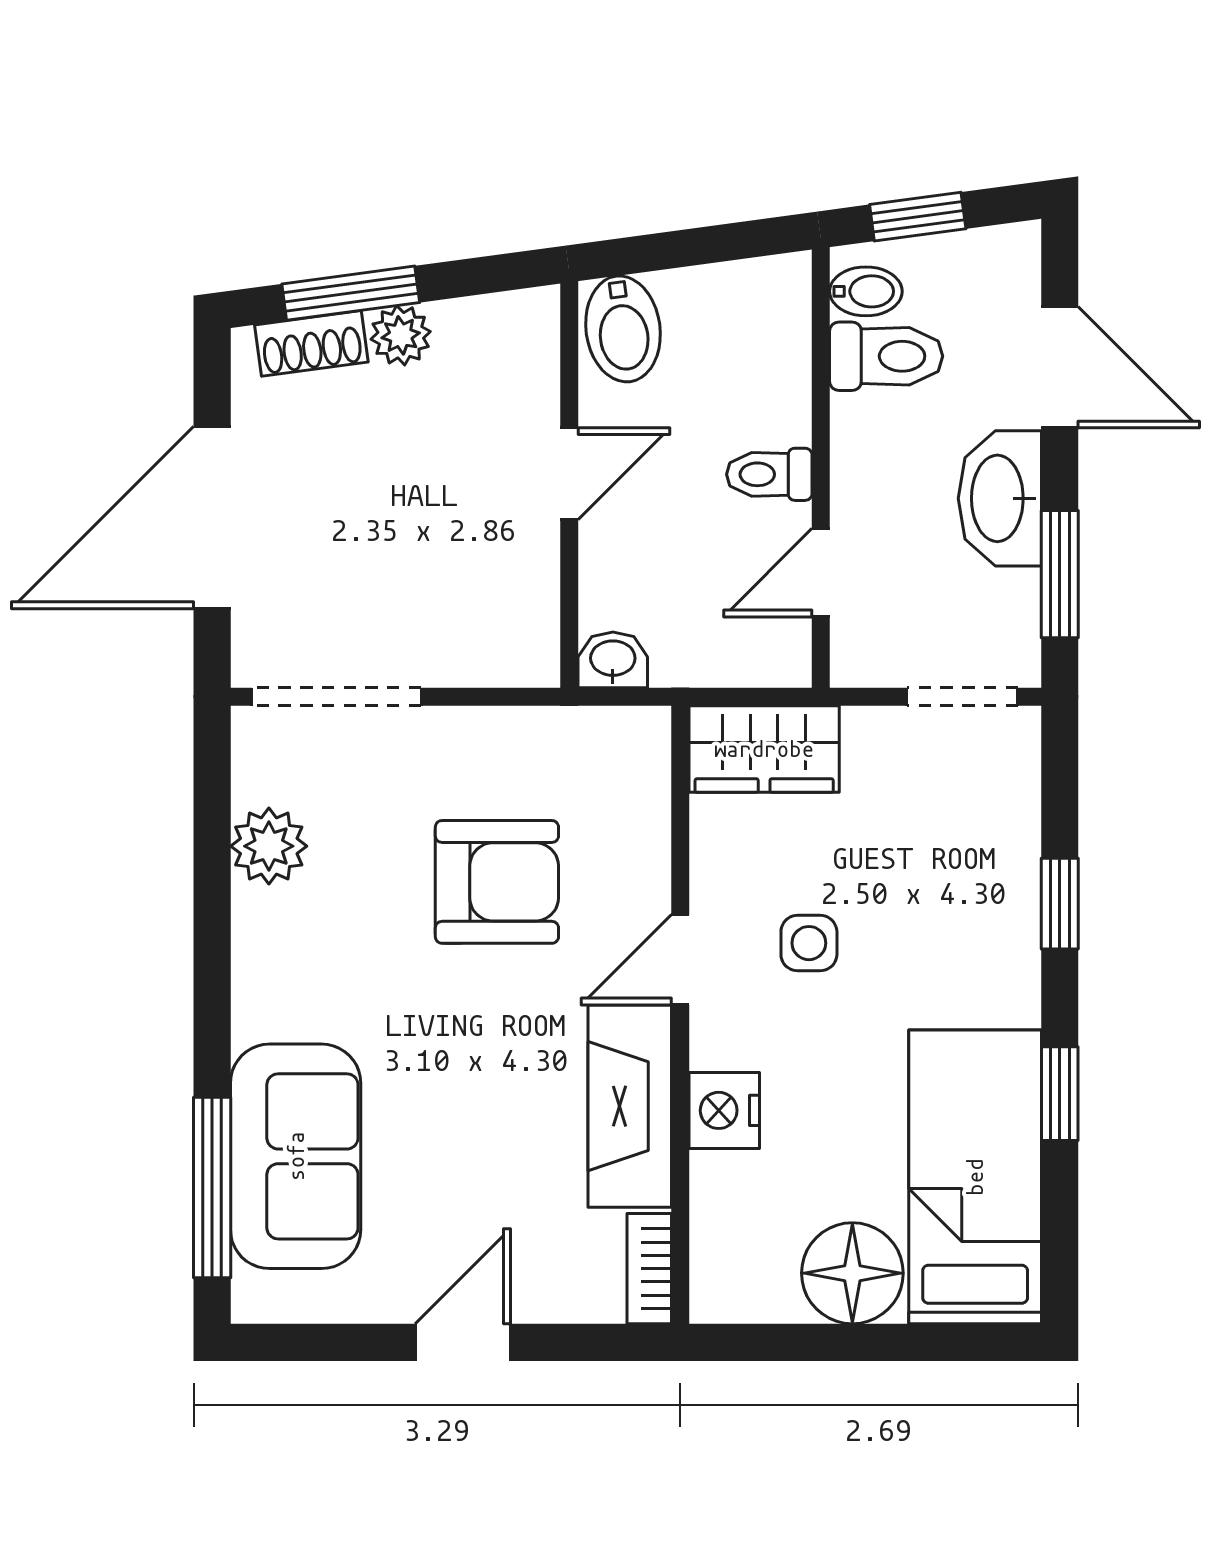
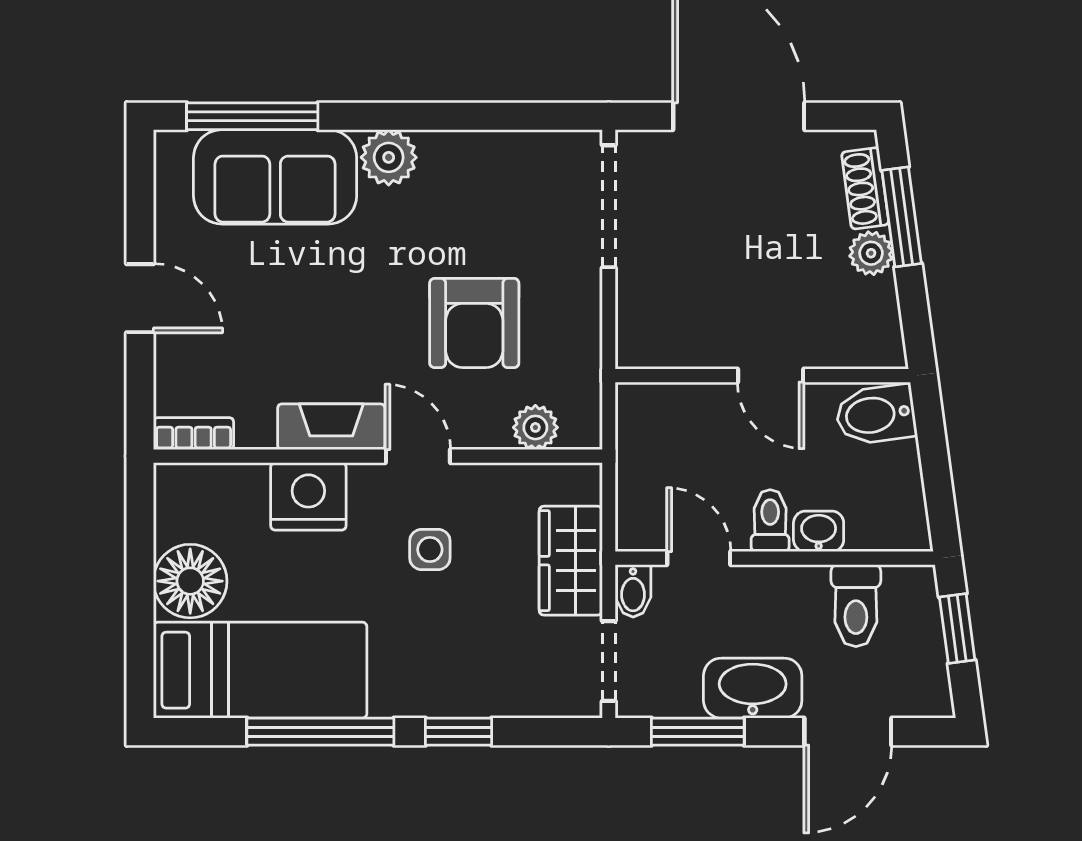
bidet: (866, 291) -> (633, 591), moved
washbasin: (613, 660) -> (819, 531), moved, turned -90
wardrobe: (764, 749) -> (571, 561), moved
plant: (641, 798) -> (535, 427), added
plant: (269, 846) -> (389, 157), moved
window: (1060, 1094) -> (320, 732), width x2.17
fireplace: (630, 1106) -> (331, 427), width x0.73, depth x0.76
nightstand: (724, 1110) -> (308, 496), width x1.36, depth x1.33

